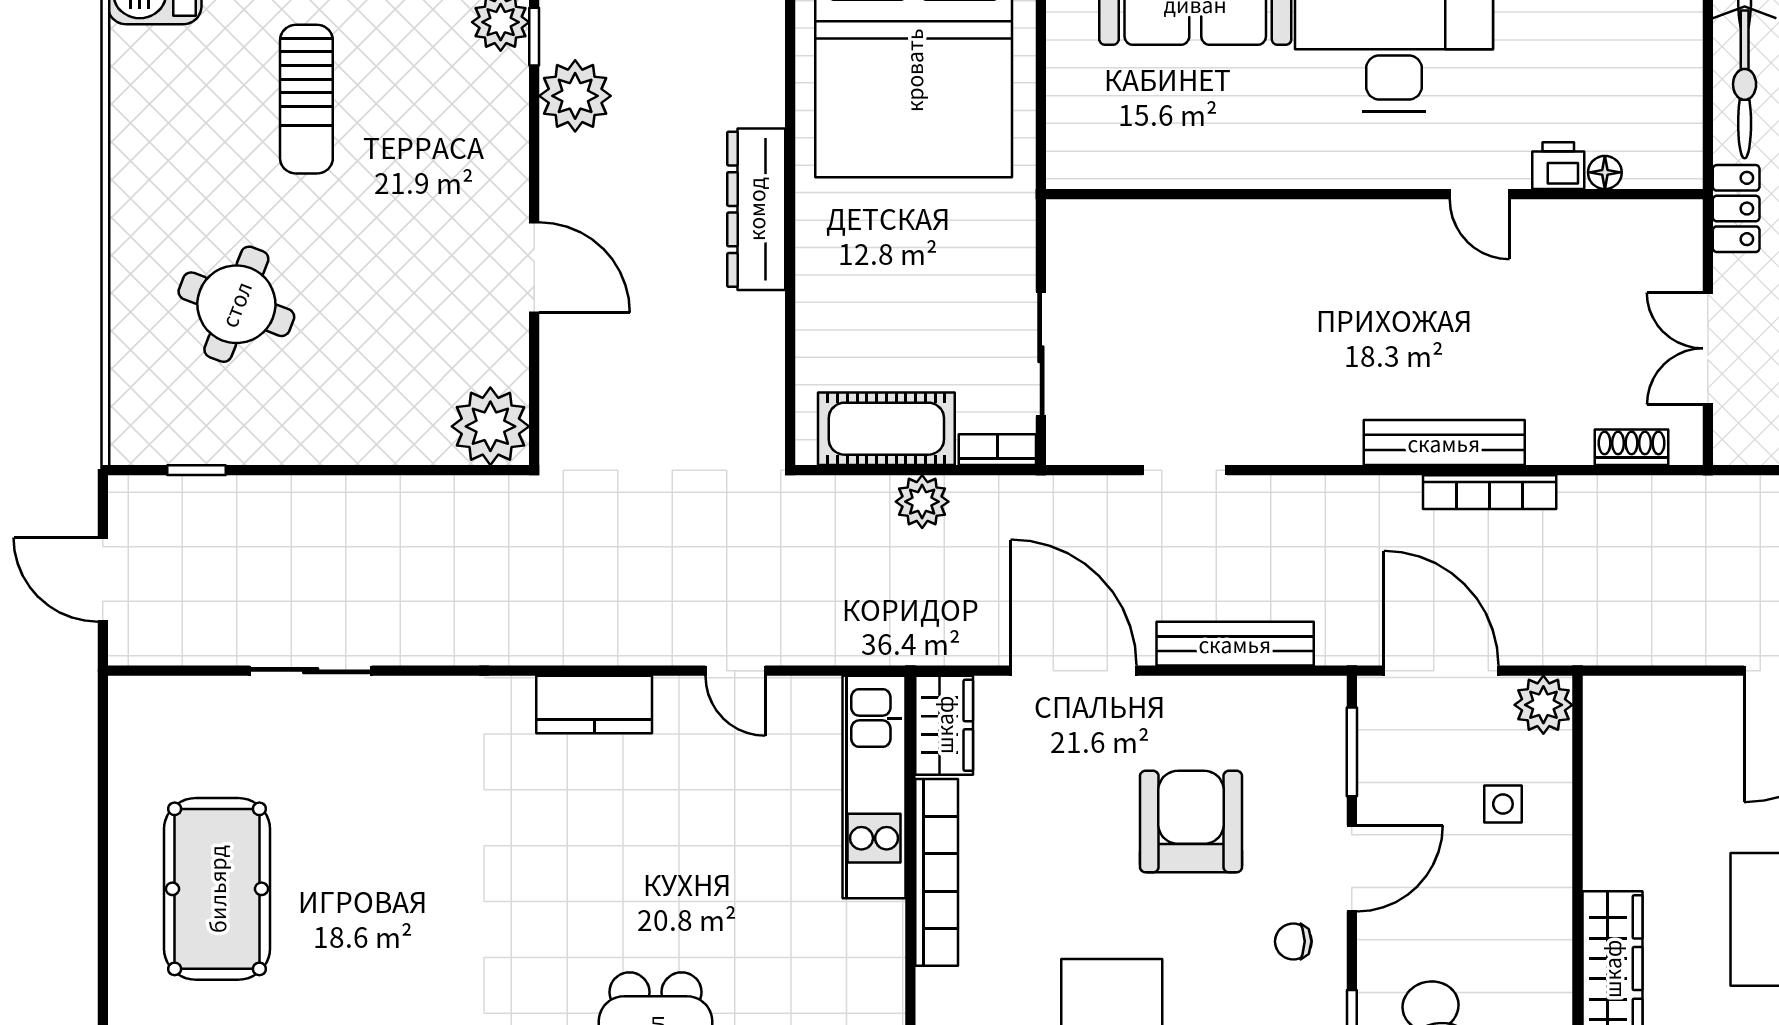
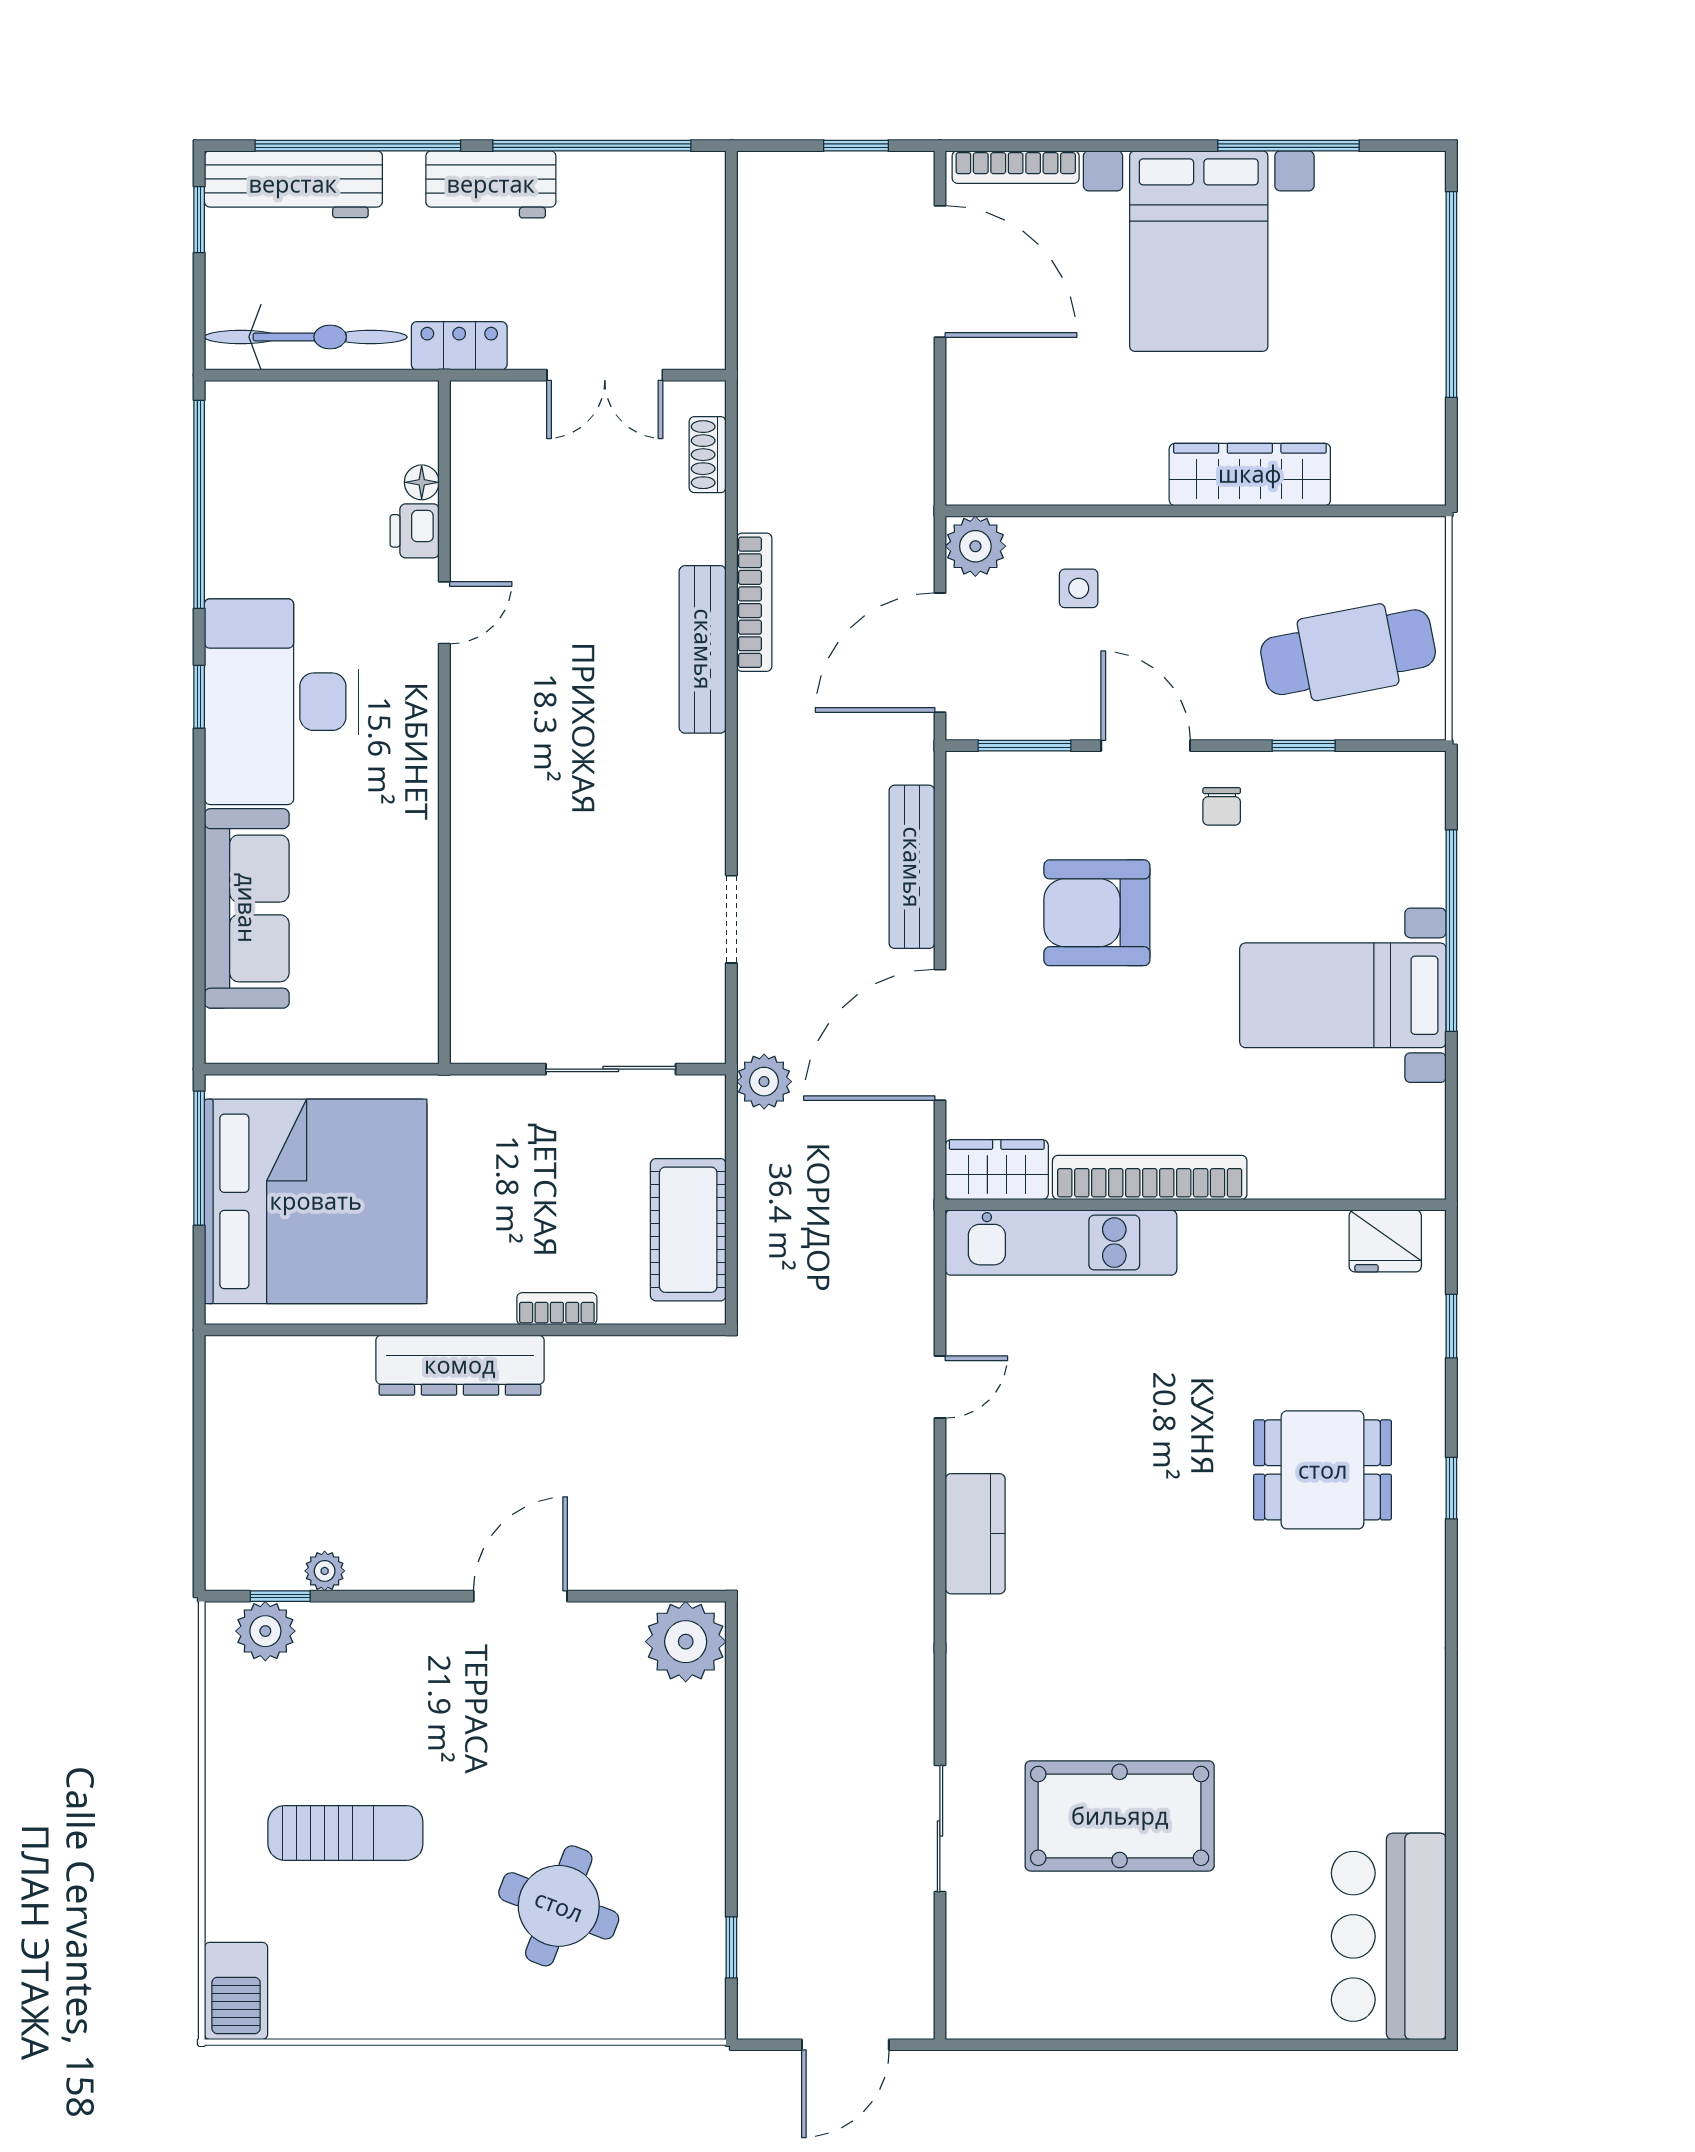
plant: (575, 96) -> (325, 1571), width x0.53, depth x0.53
bookcase: (997, 450) -> (557, 1309), moved, turned 90
plant: (922, 502) -> (764, 1082), moved
pool table: (217, 889) -> (1120, 1816), moved

